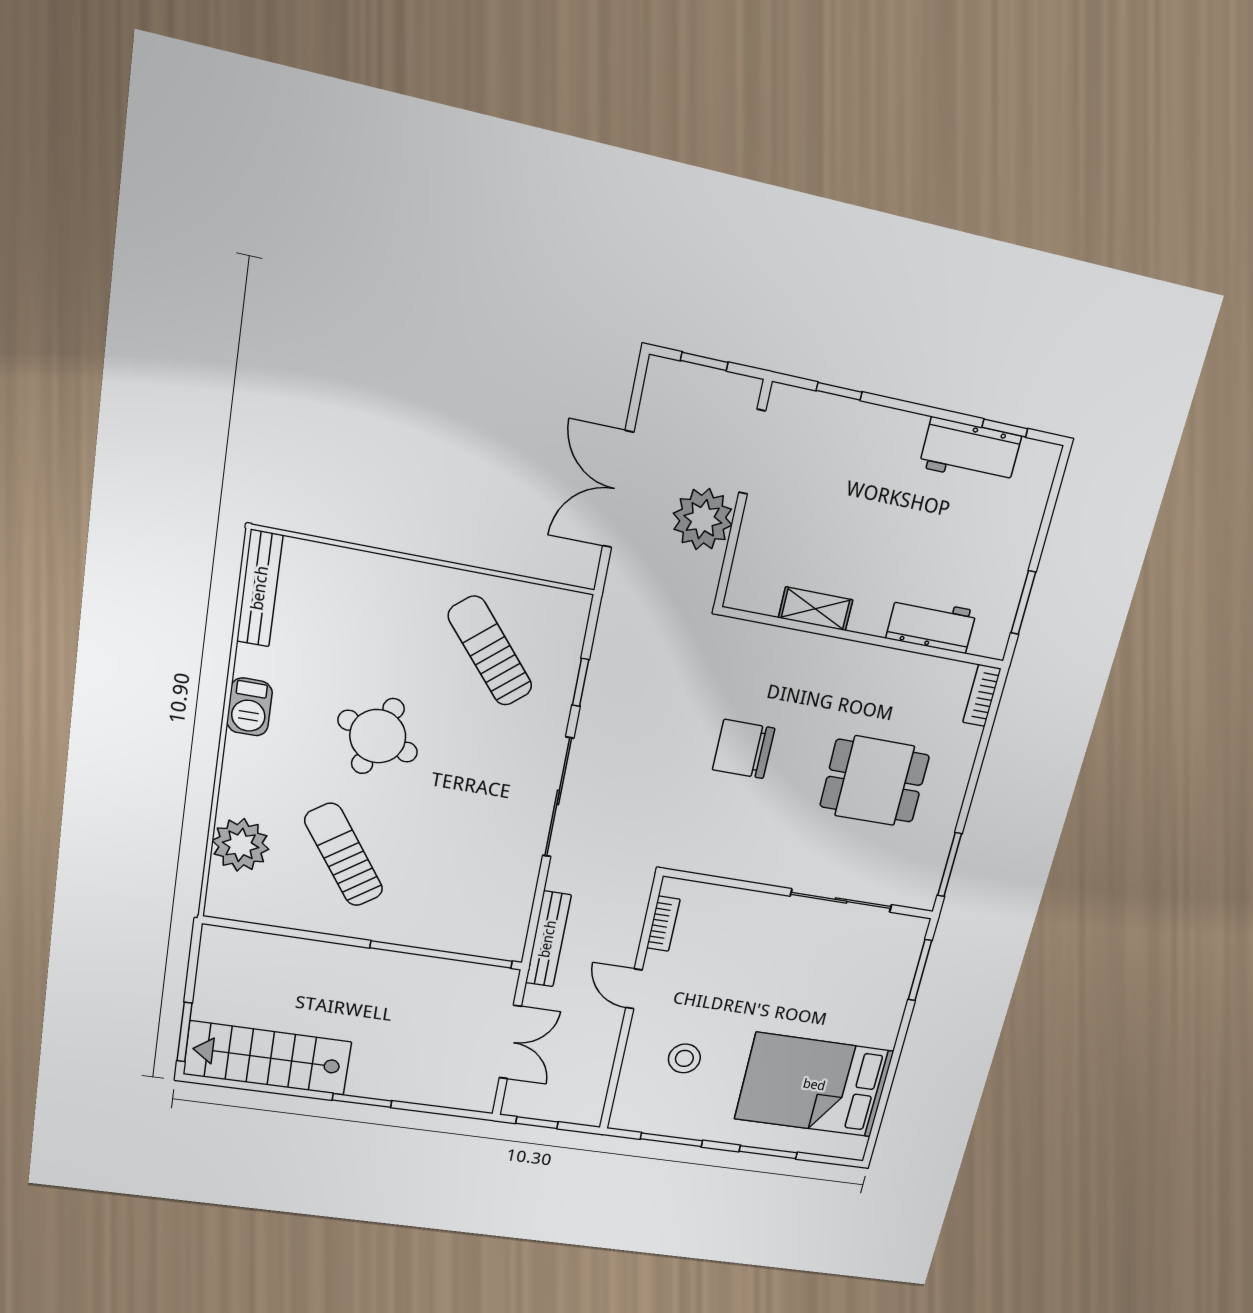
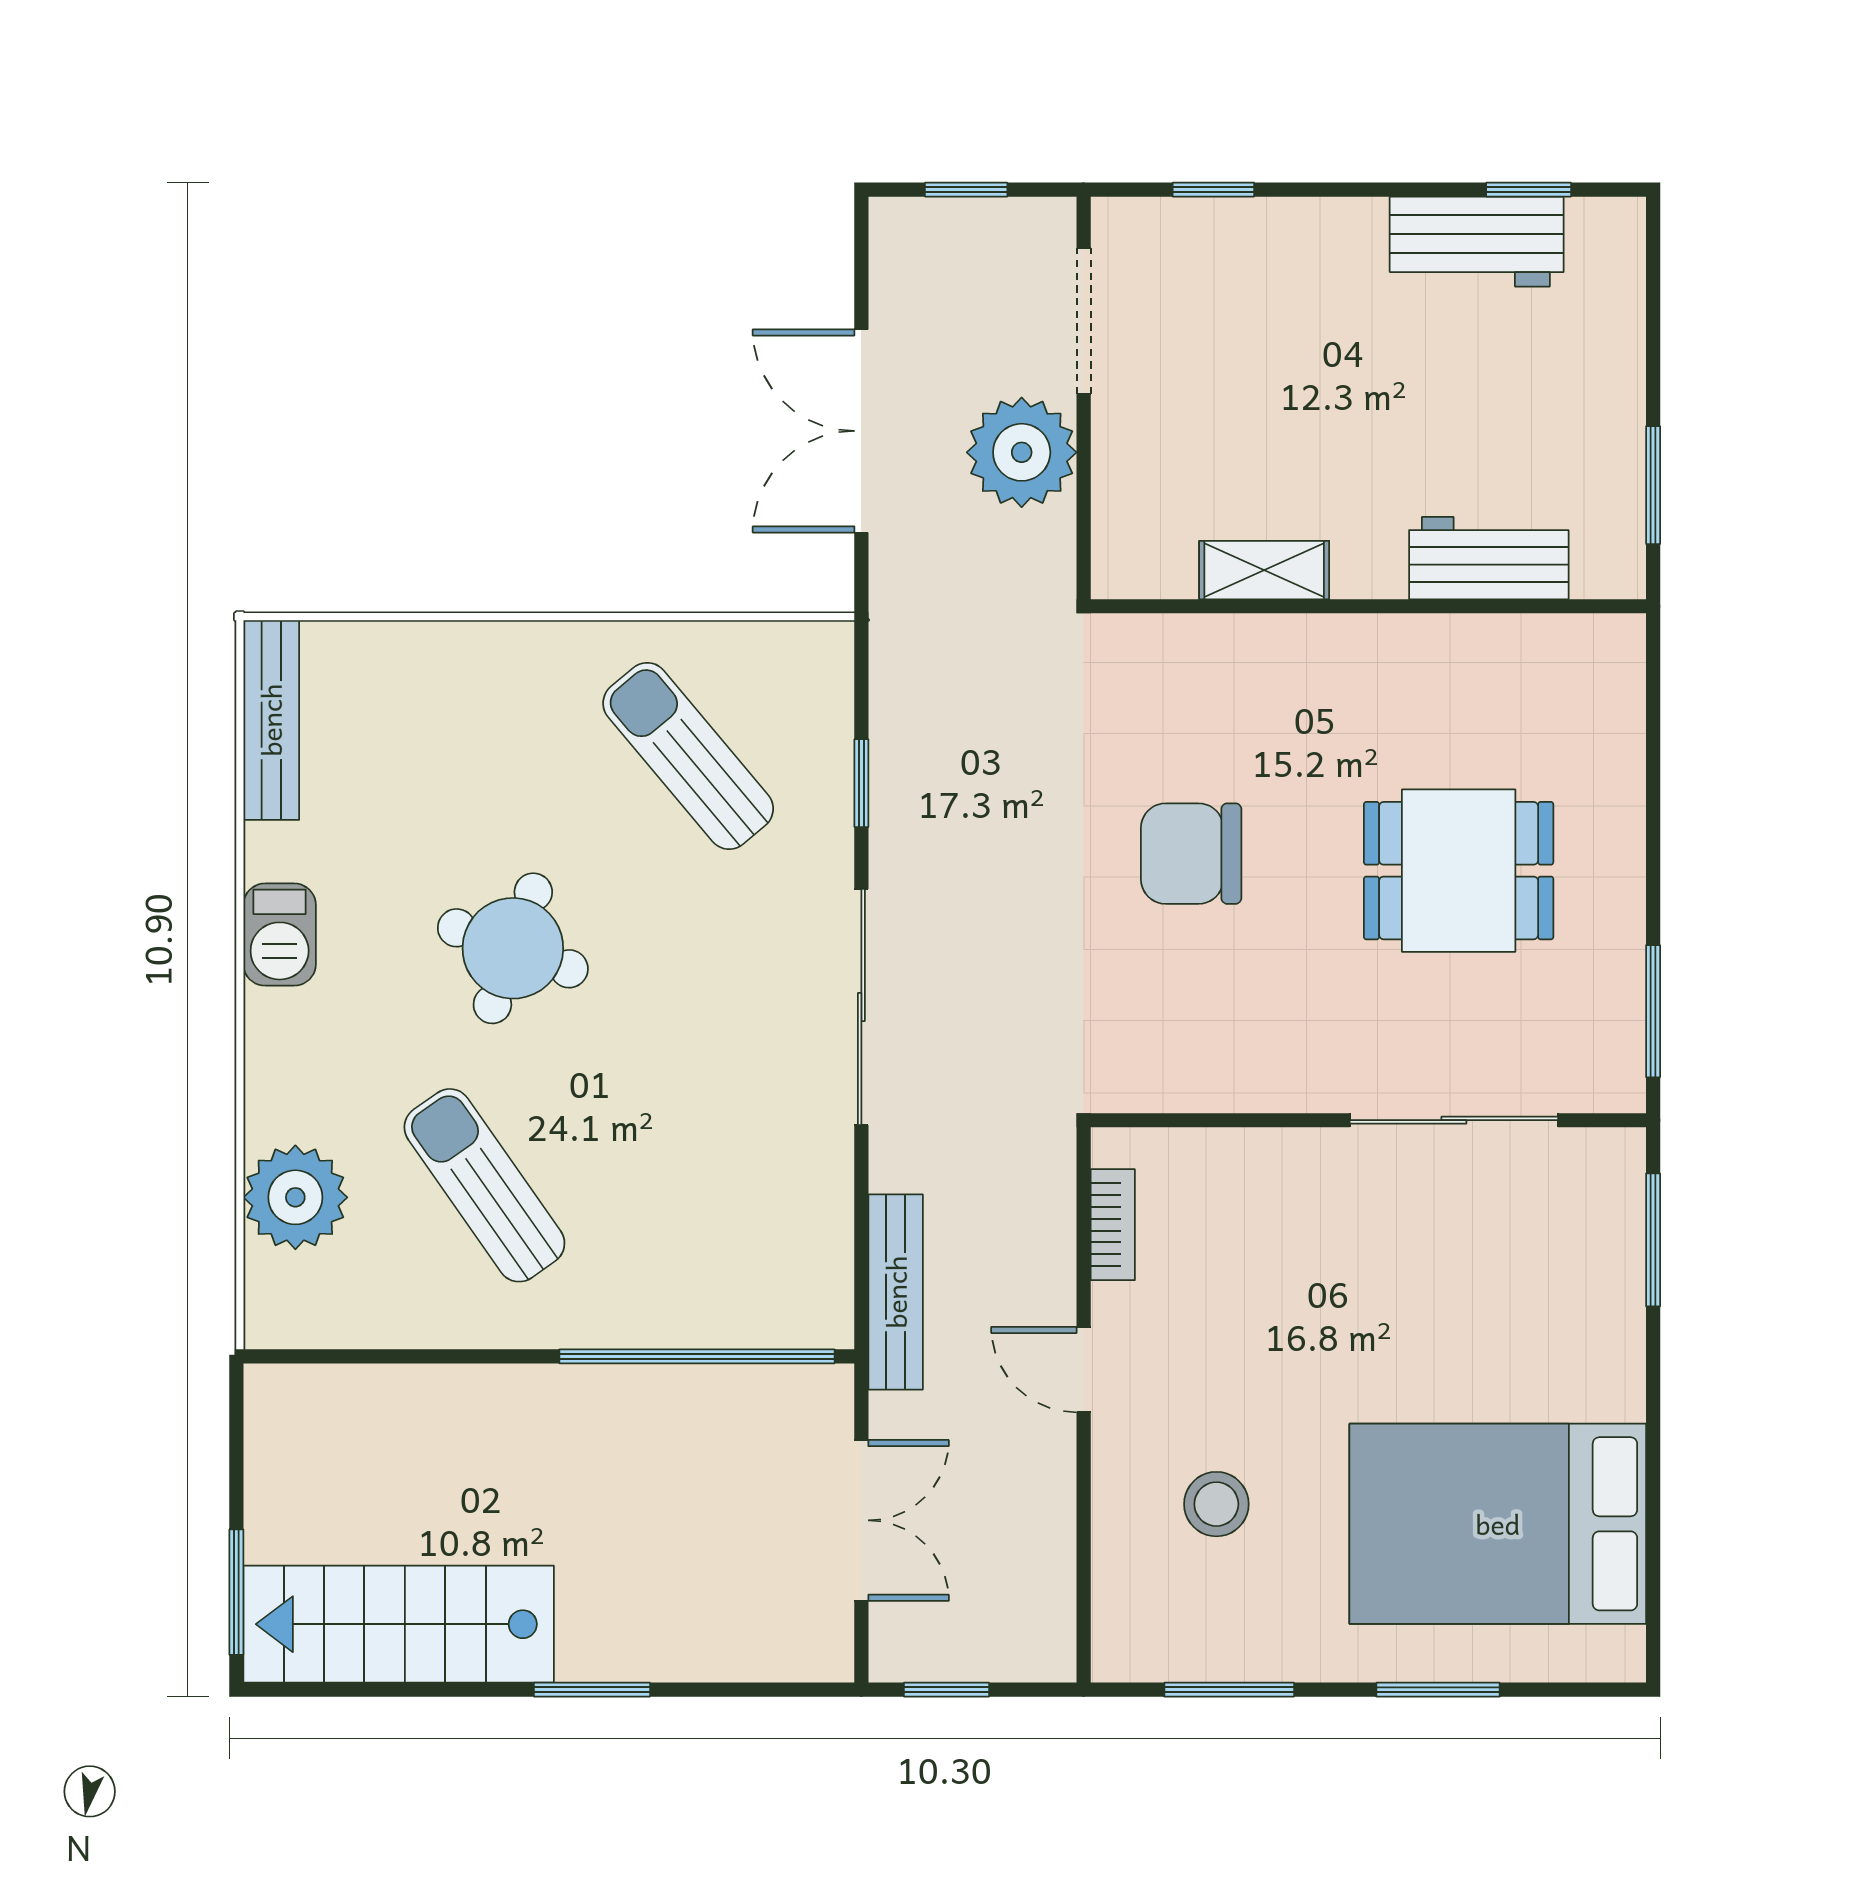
bookcase: (982, 695) -> (1623, 671), removed

